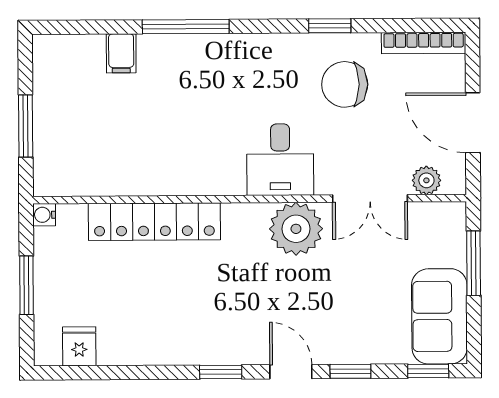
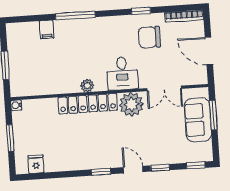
plant: (426, 180) -> (87, 86), moved
locker: (154, 222) -> (88, 104), moved
sofa: (439, 316) -> (198, 120), moved

